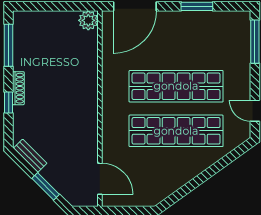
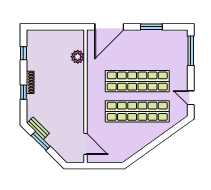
plant: (88, 20) -> (78, 57), moved
window: (9, 45) -> (23, 53), width x0.46
window: (46, 186) -> (41, 141), moved

